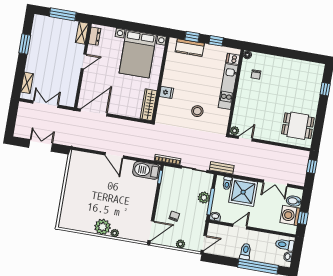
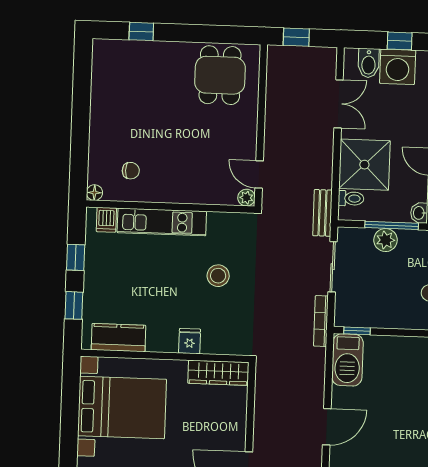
kitchen counter: (190, 48) -> (118, 338), moved, turned -90

